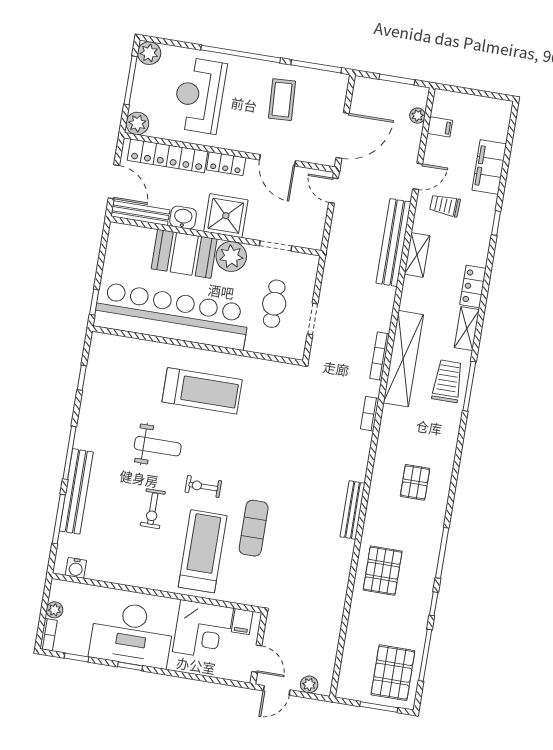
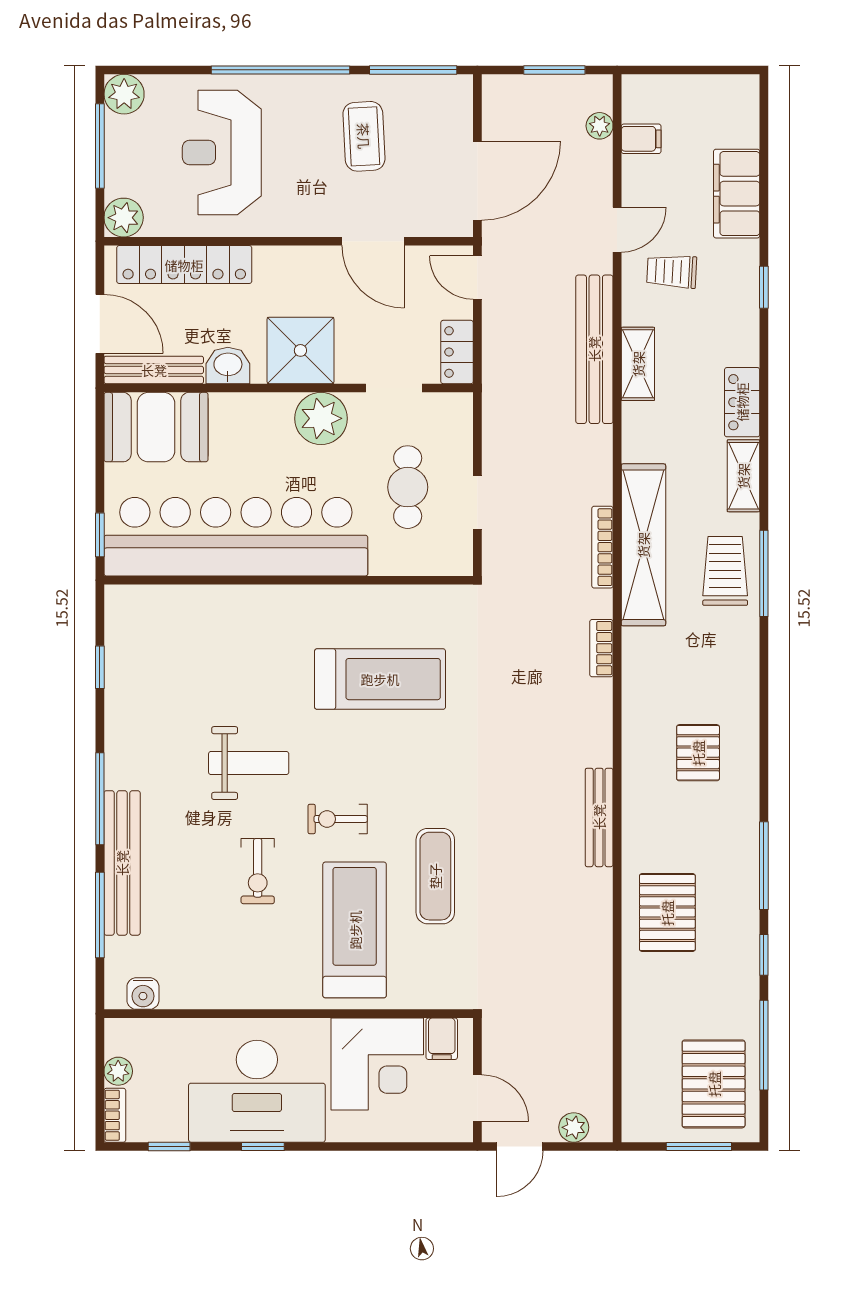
locker: (226, 164) -> (457, 352), moved, turned 90
booth: (184, 254) -> (156, 427), moved
treadmill: (202, 391) -> (380, 679), moved

